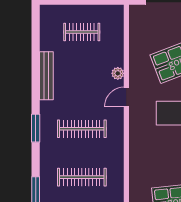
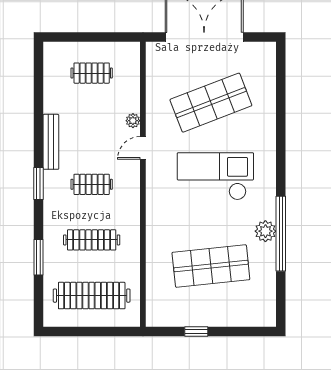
bench: (46, 76) -> (51, 142), moved
clothes rail: (82, 129) -> (92, 184), width x0.73

